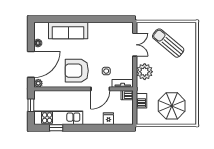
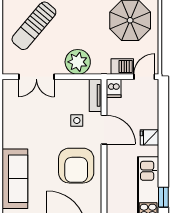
double door: (135, 45) -> (36, 77), swing flipped
door: (135, 115) -> (144, 77), added
fridge: (108, 119) -> (149, 137), moved

